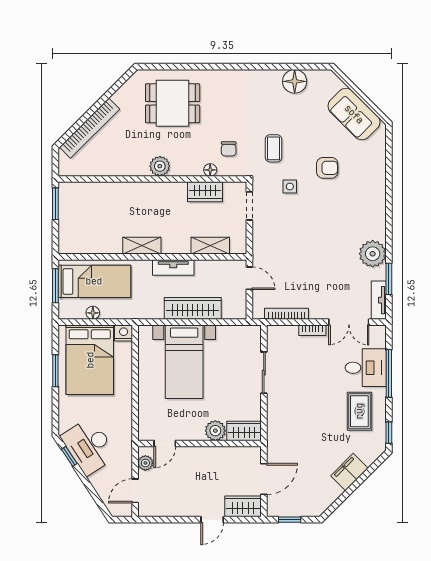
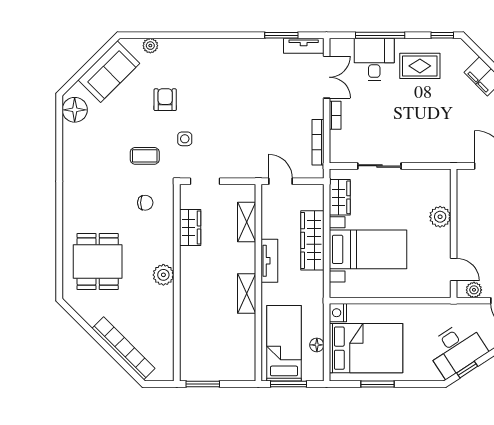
floor lamp: (295, 81) -> (75, 110), moved
floor lamp: (210, 170) -> (167, 222), removed
plant: (373, 254) -> (150, 46), moved, width x0.53, depth x0.53
door: (249, 278) -> (281, 181), hinge flipped
wardrobe: (244, 431) -> (340, 197), moved, turned 180

